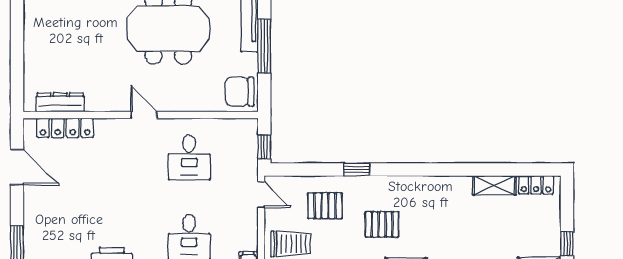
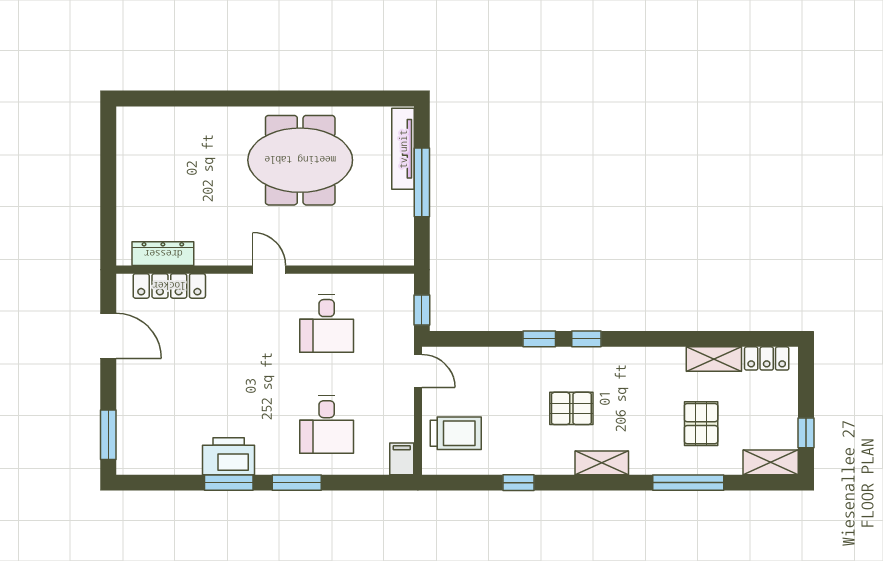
chair: (239, 92) -> (390, 240), removed
window: (394, 170) -> (586, 339), added
pallet: (325, 206) -> (701, 424), moved, turned 90

